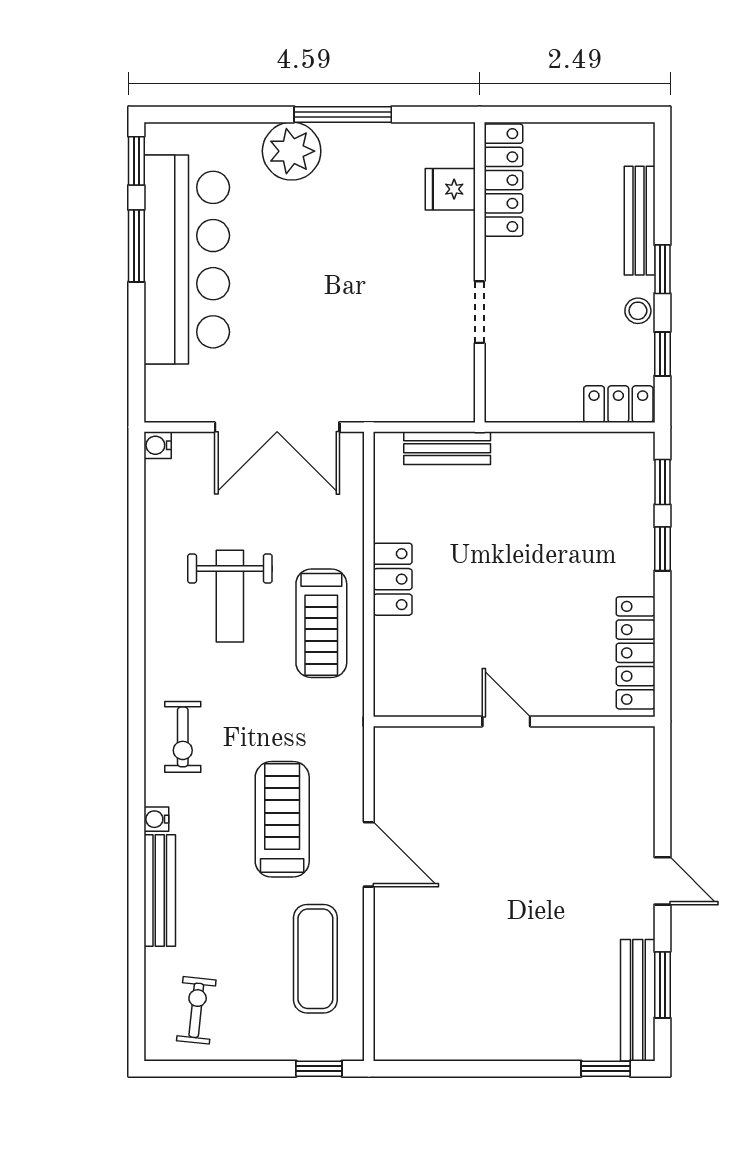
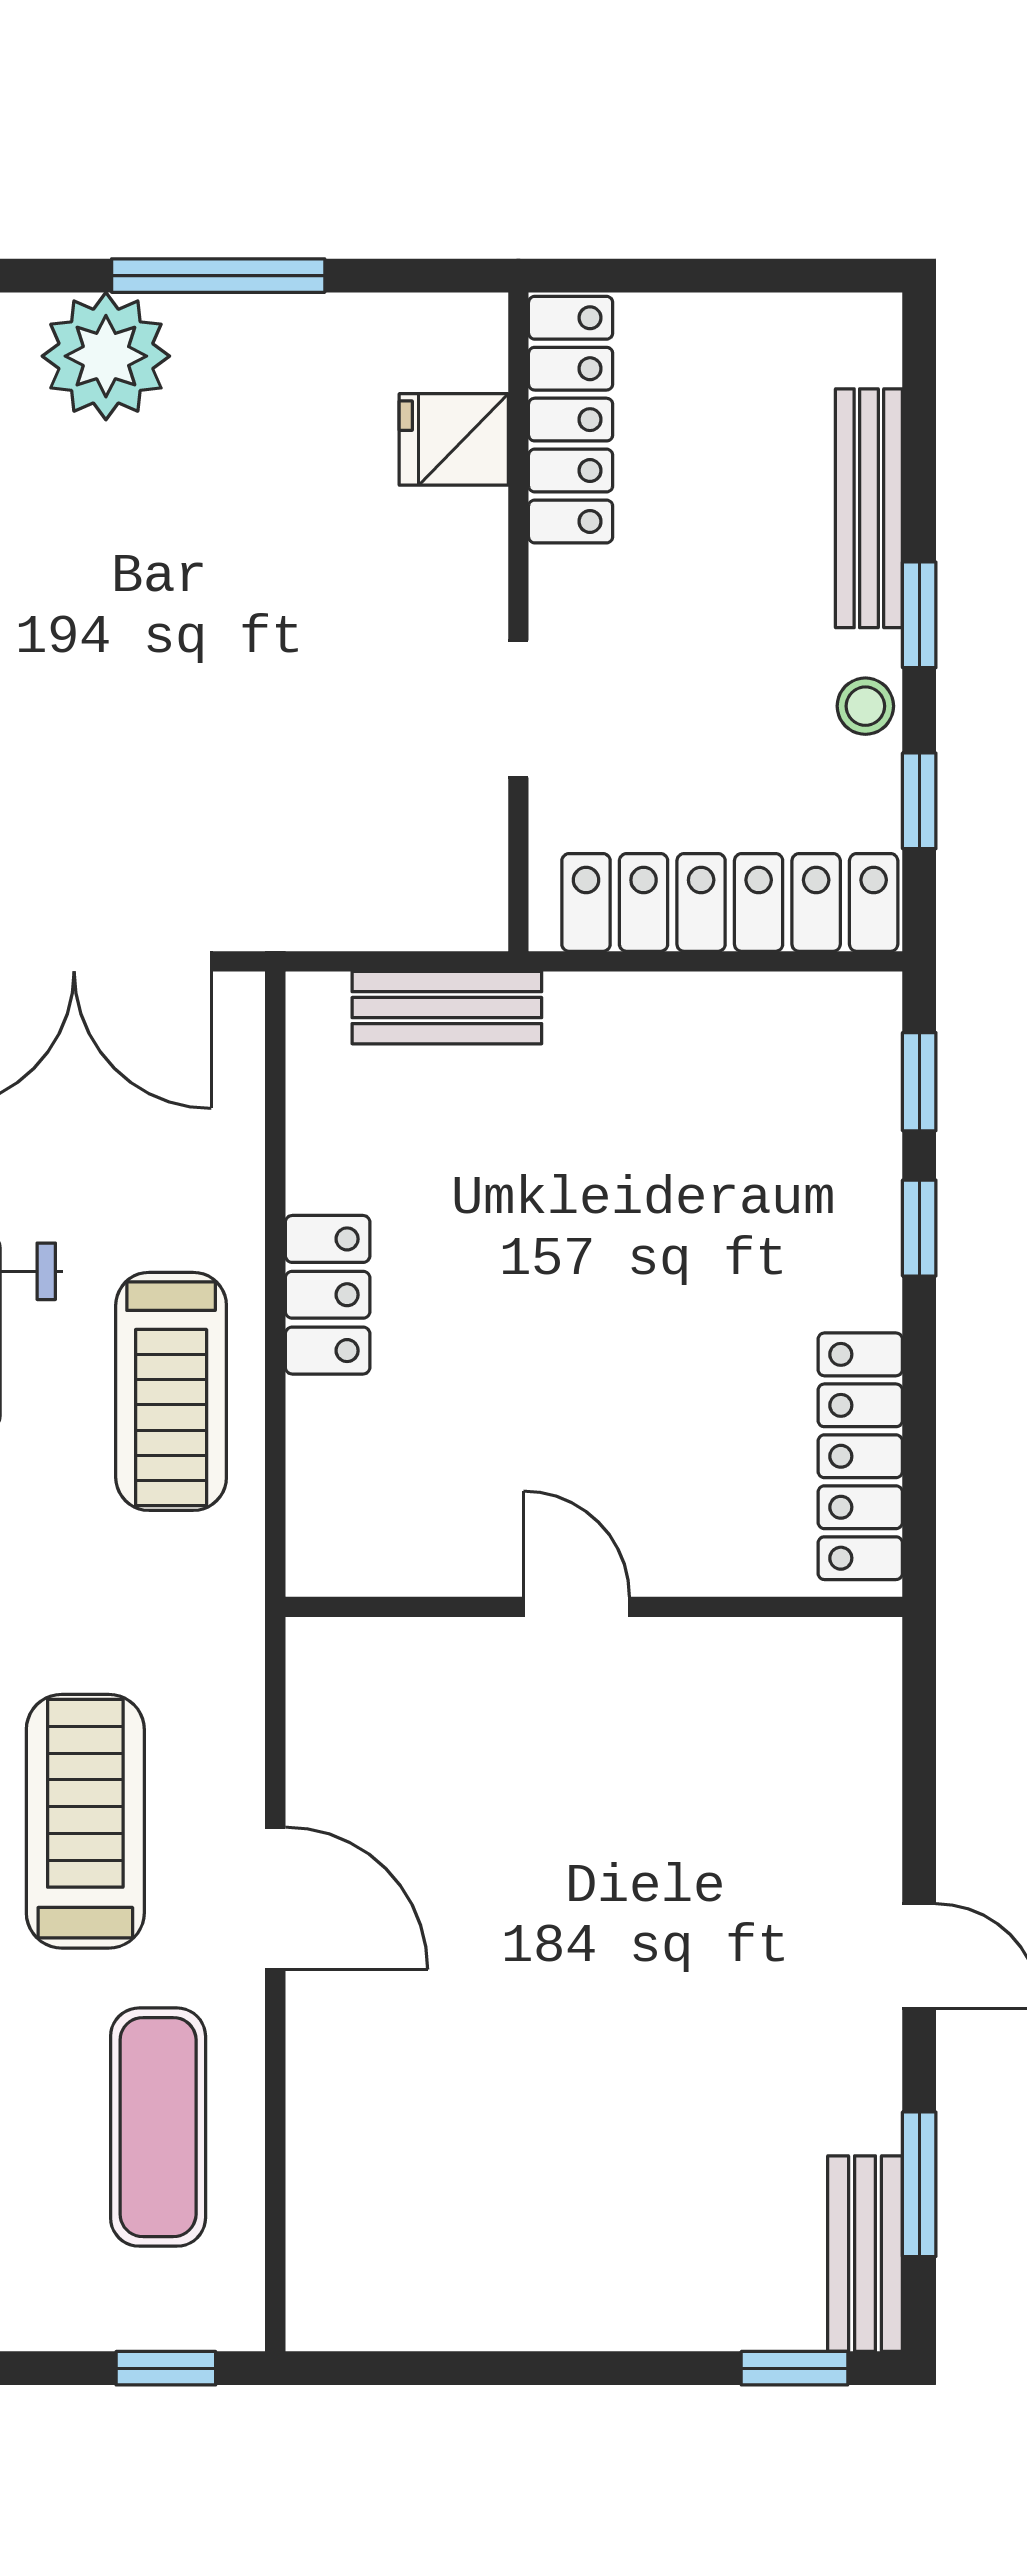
locker: (618, 404) -> (730, 902), width x2.16, depth x1.21
bench: (638, 1000) -> (865, 2254), width x0.73

